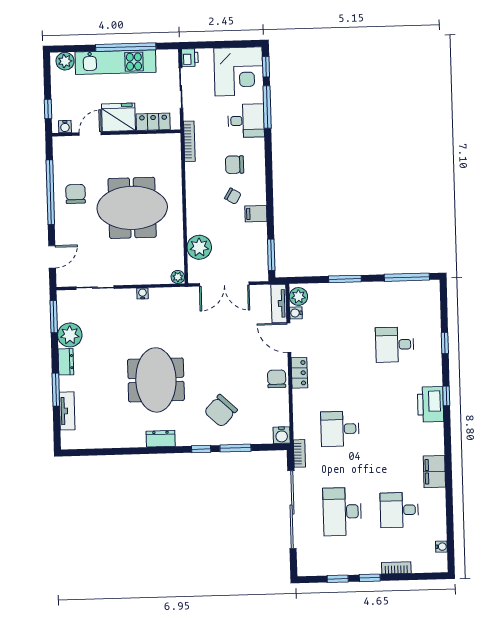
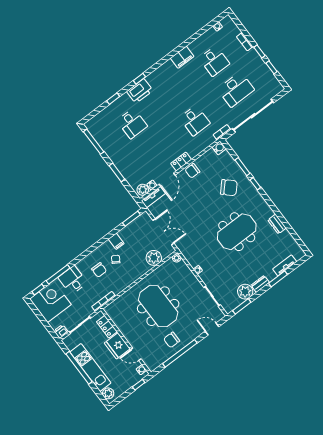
printer: (431, 404) -> (140, 91), moved
dresser: (161, 439) -> (277, 224), moved

